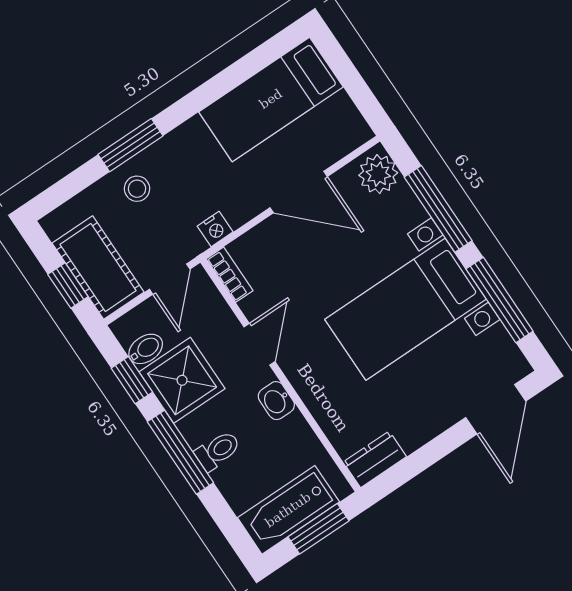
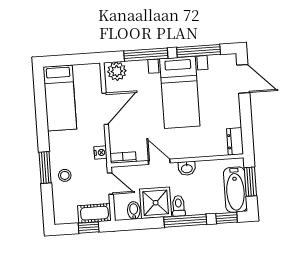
cot: (98, 268) -> (94, 213), width x0.73, depth x0.75
window: (132, 380) -> (227, 218), moved
toilet: (218, 451) -> (179, 206), moved

